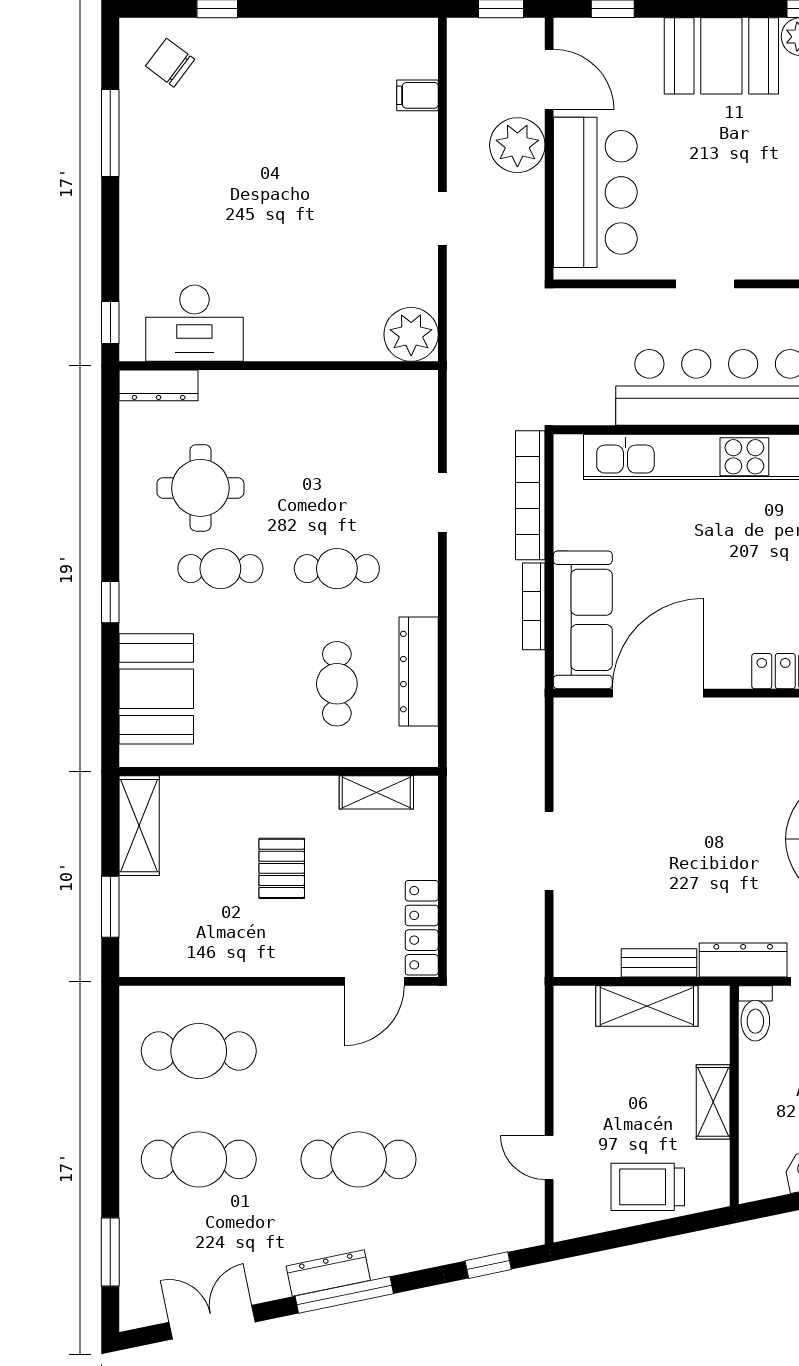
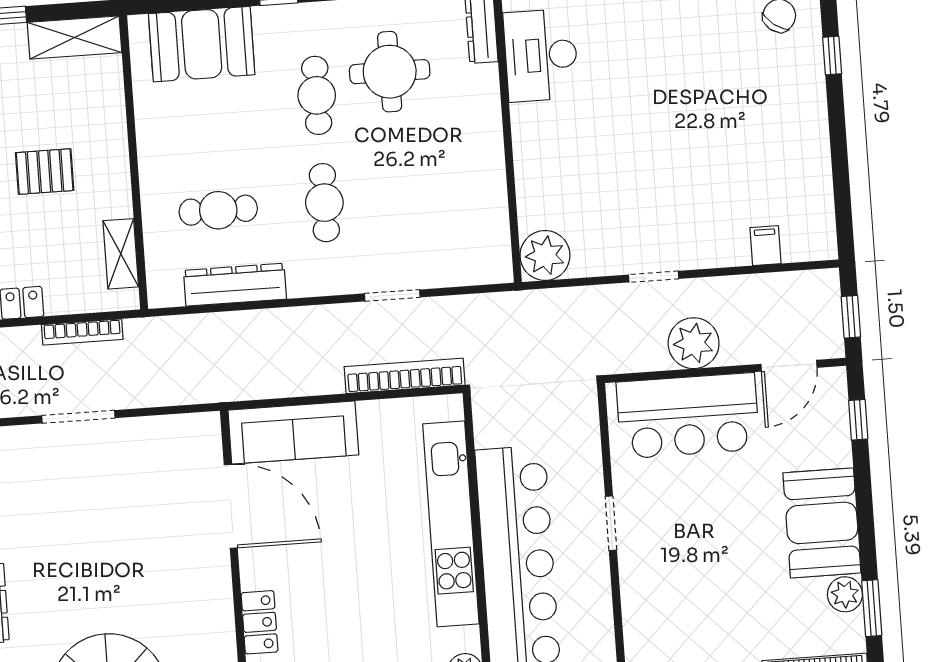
plant: (517, 145) -> (694, 343), moved
bookcase: (534, 606) -> (82, 332), moved, turned 180

